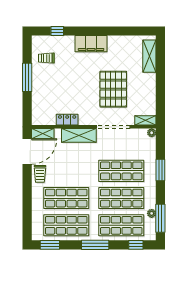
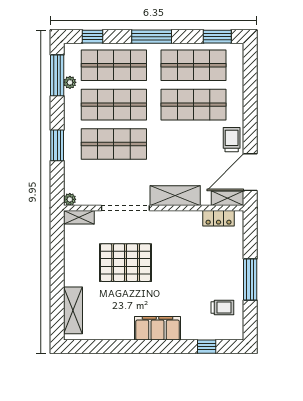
pallet: (113, 89) -> (126, 263), turned 90
locker: (67, 120) -> (219, 218), moved

